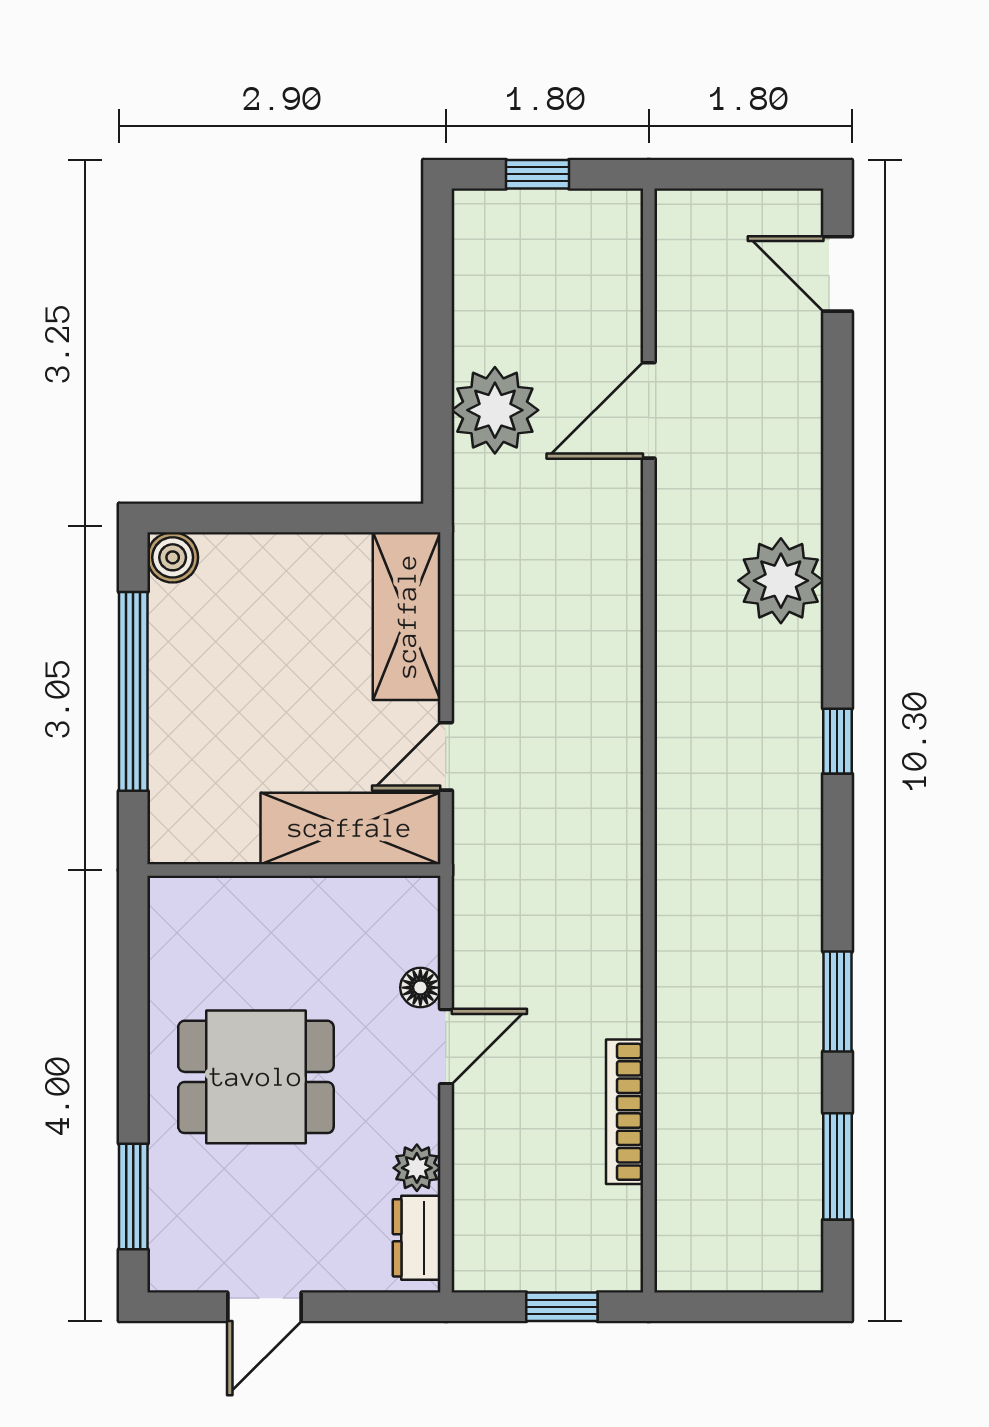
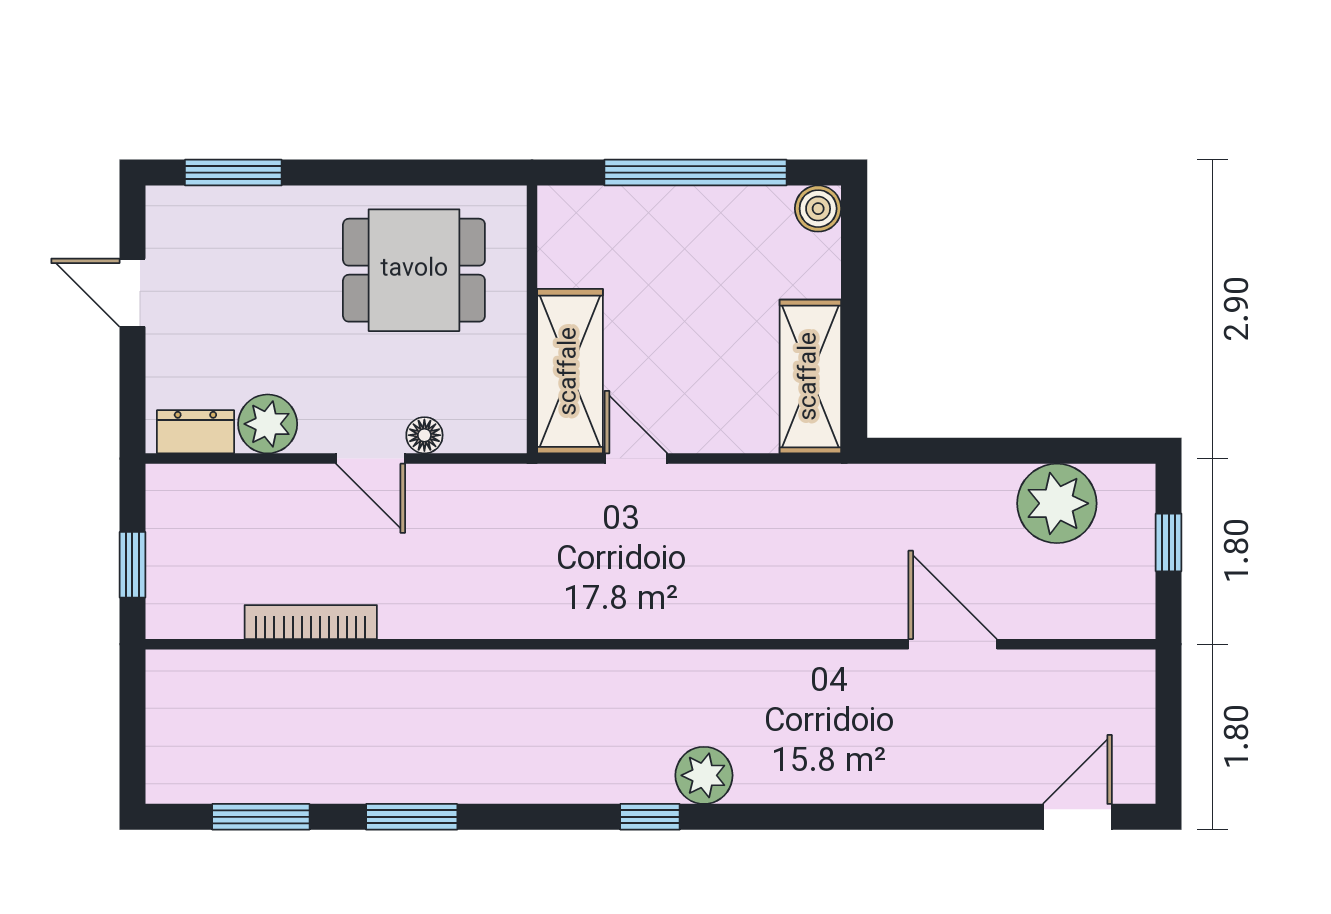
plant: (495, 410) -> (1057, 503), moved
plant: (781, 581) -> (704, 775), moved, width x0.73, depth x0.73
shelving: (407, 616) -> (810, 376), moved, turned 90
dining table: (256, 1077) -> (414, 270), moved, turned 90
plant: (417, 1168) -> (268, 424), width x1.38, depth x1.38

